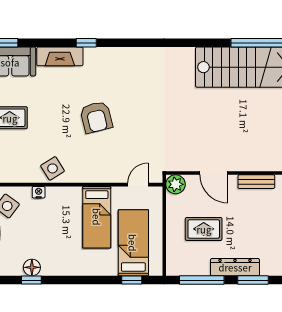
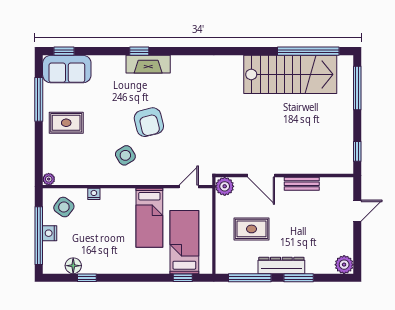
fireplace: (60, 56) -> (148, 64), moved
side table: (53, 168) -> (125, 155), moved
floor lamp: (32, 267) -> (73, 266), moved

